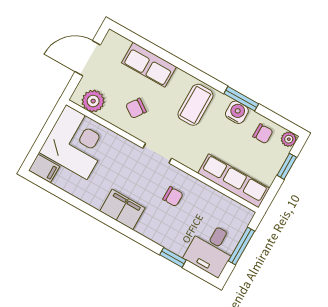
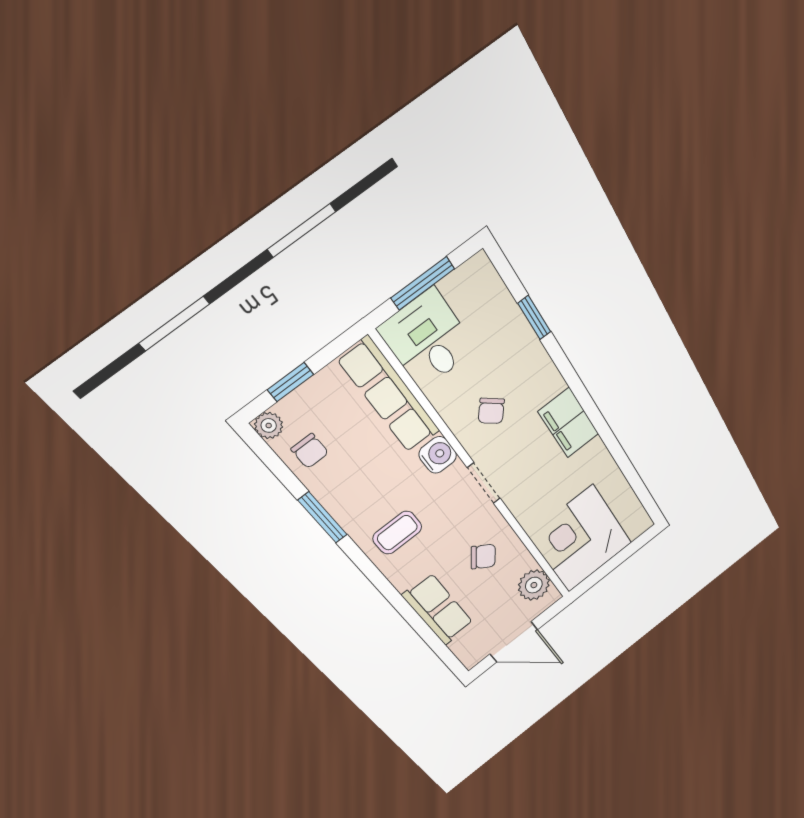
coffee table: (195, 105) -> (397, 533), width x0.73, depth x0.77
water cooler: (237, 112) -> (438, 455), moved, turned 180
chair: (263, 134) -> (310, 451), turned 180
filing cabinet: (44, 168) -> (636, 520), removed
chair: (173, 197) -> (491, 411), turned -140
desk: (211, 249) -> (428, 339), moved, turned -90

